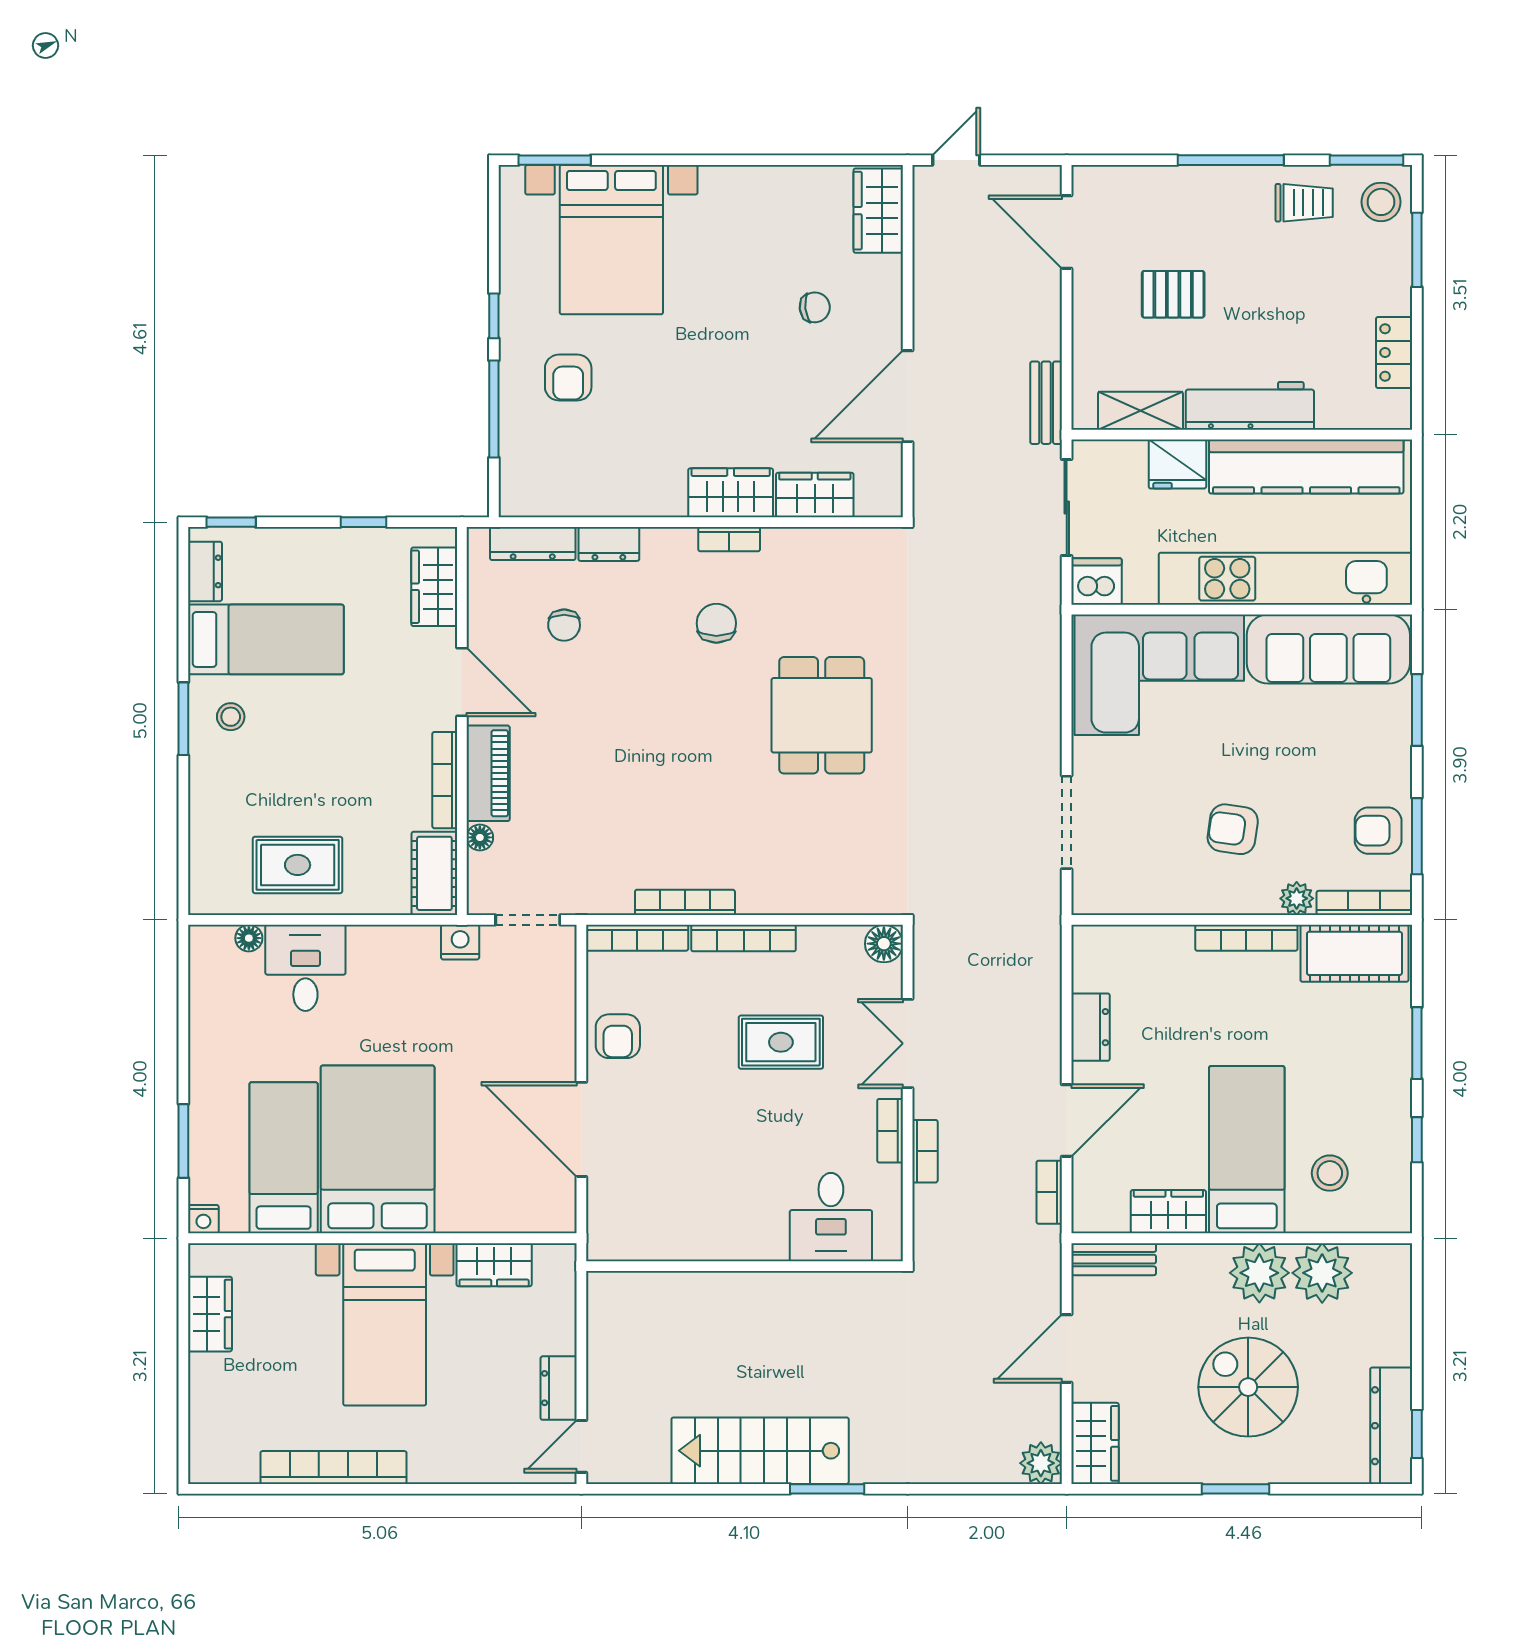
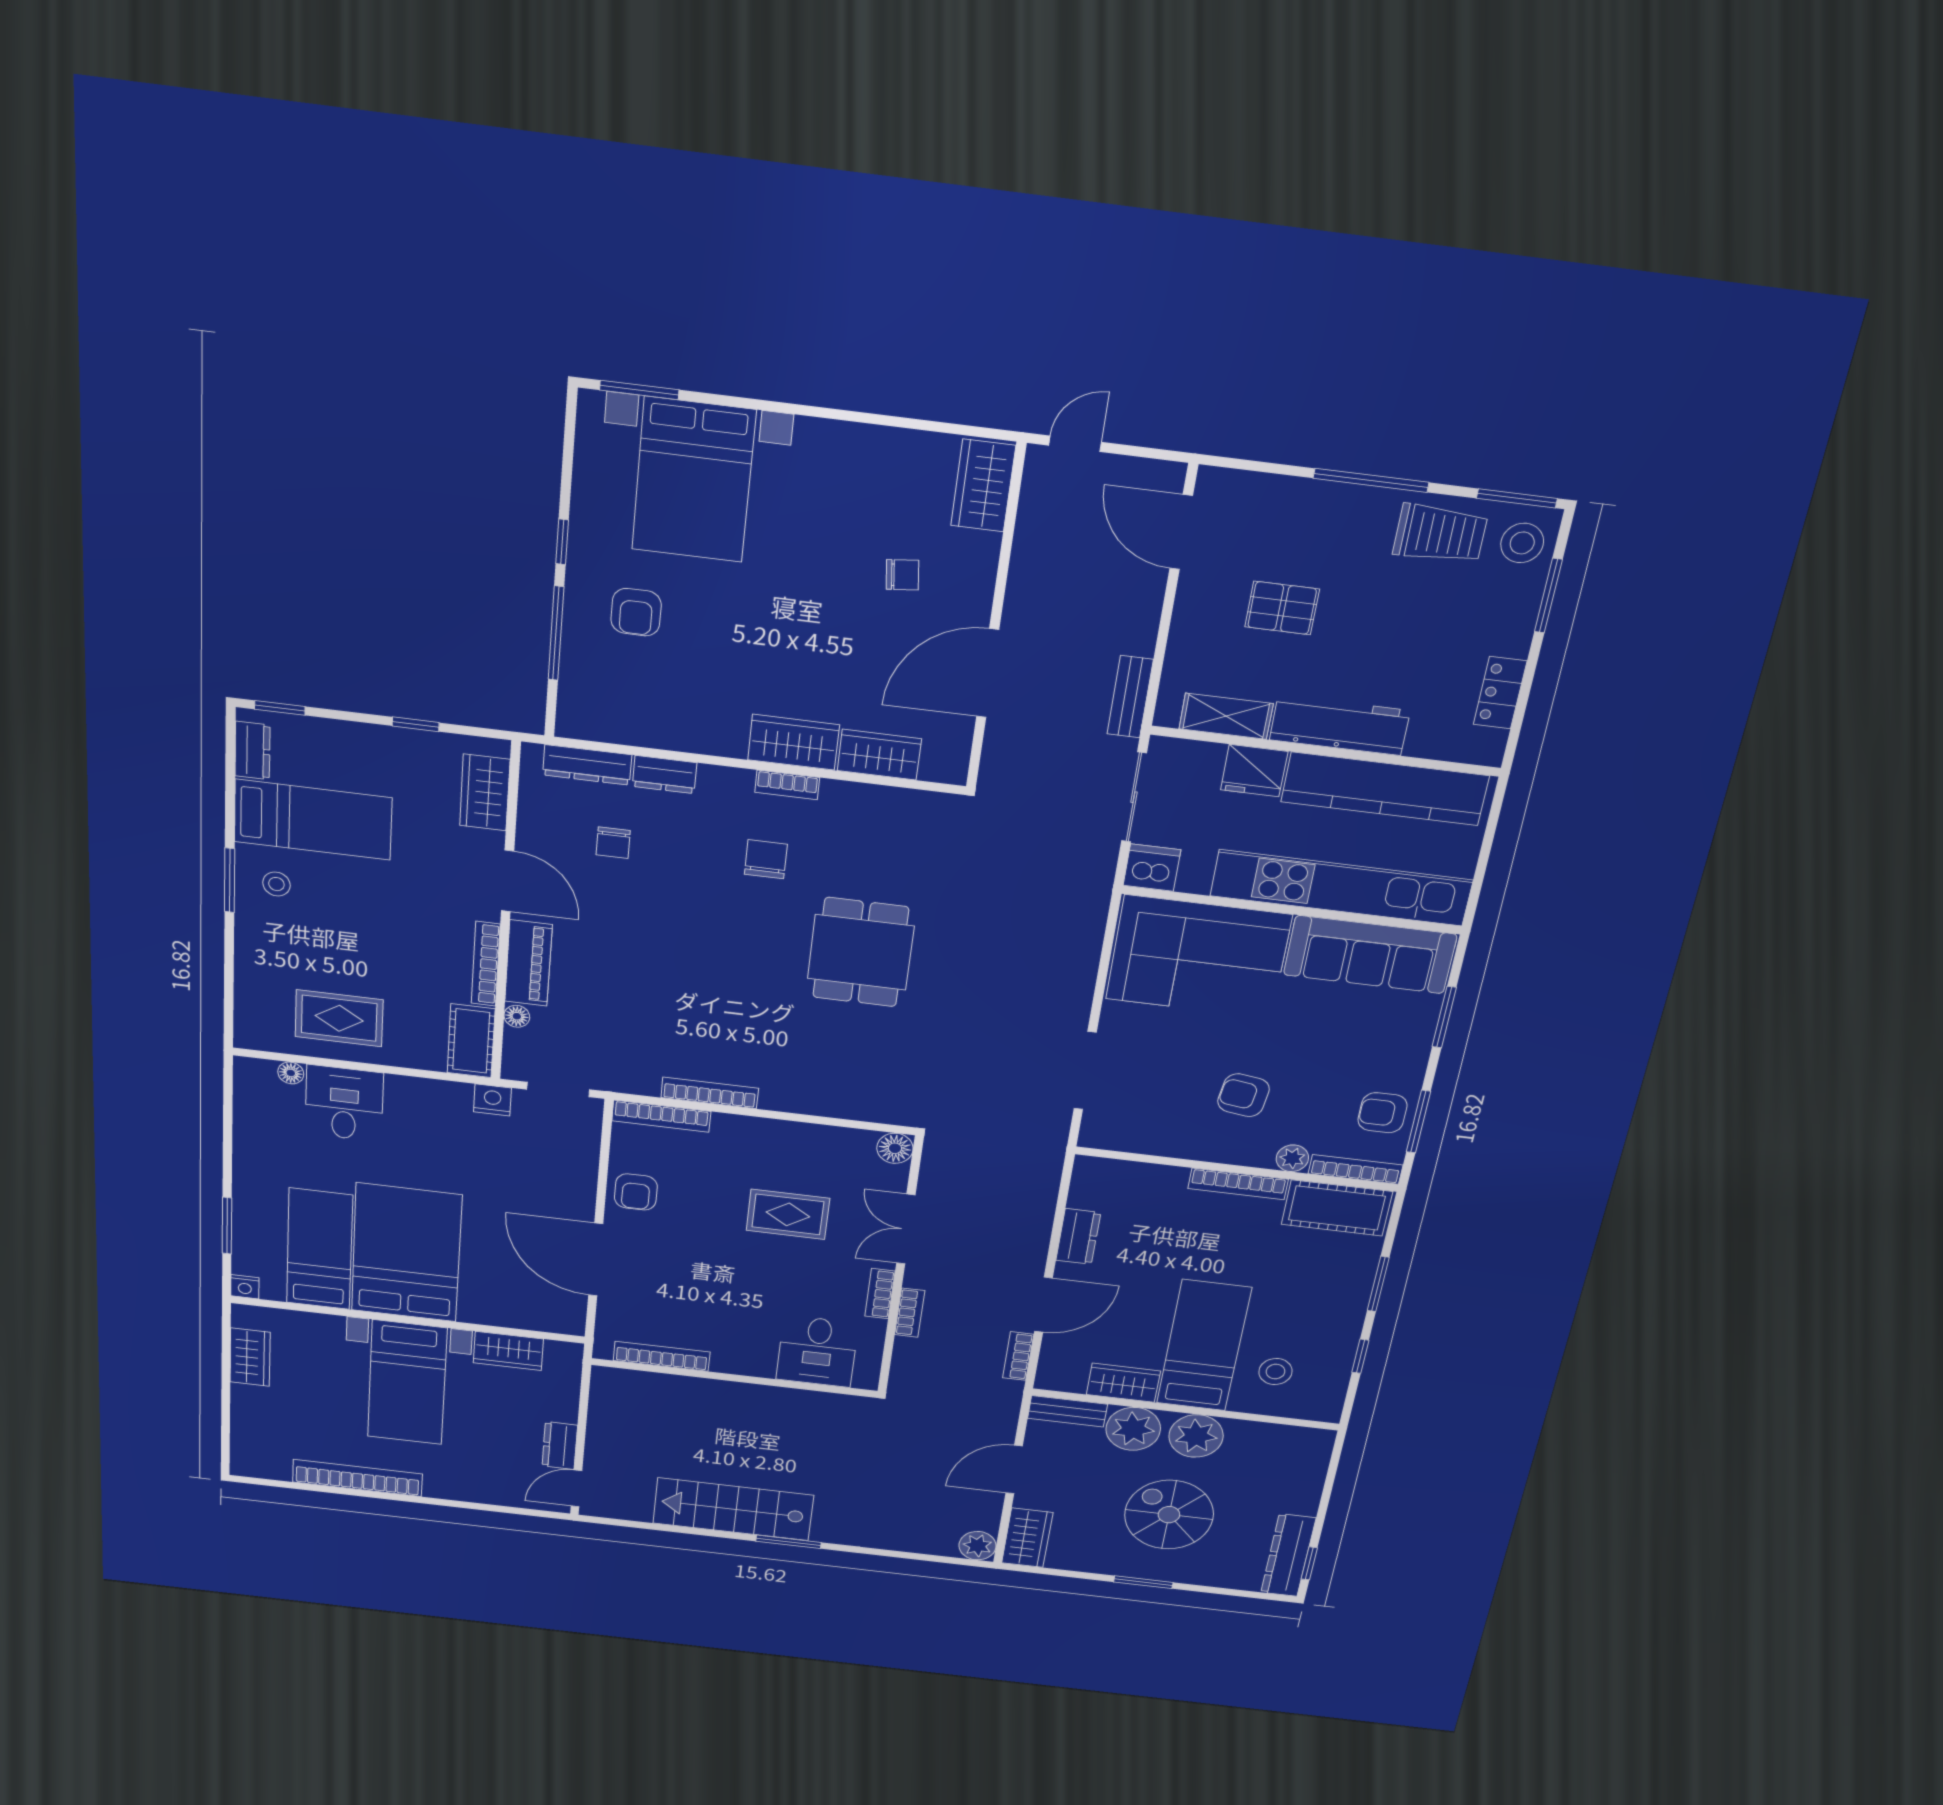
trolley: (1304, 203) -> (1440, 534), width x1.36, depth x1.39
bookcase: (744, 938) -> (662, 1356), moved, turned 180
plant: (1322, 1273) -> (1133, 1429), moved

